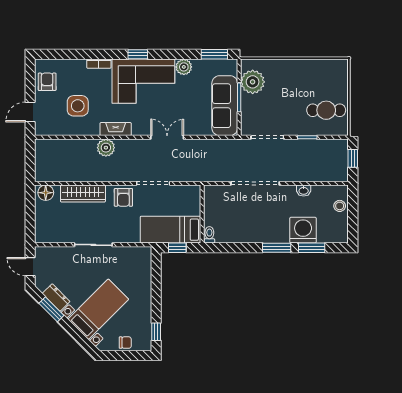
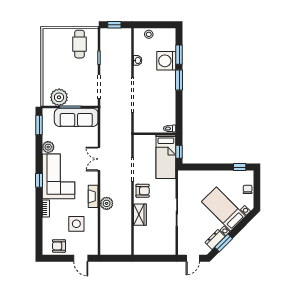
floor lamp: (46, 193) -> (139, 247), removed
wardrobe: (83, 194) -> (140, 215), width x0.67

